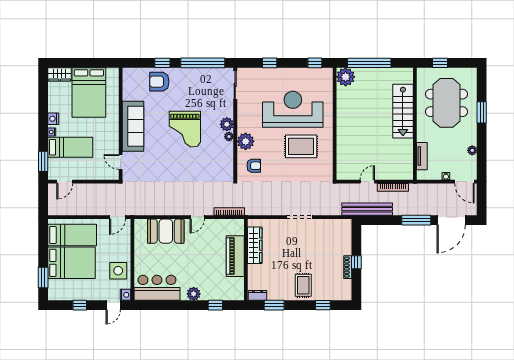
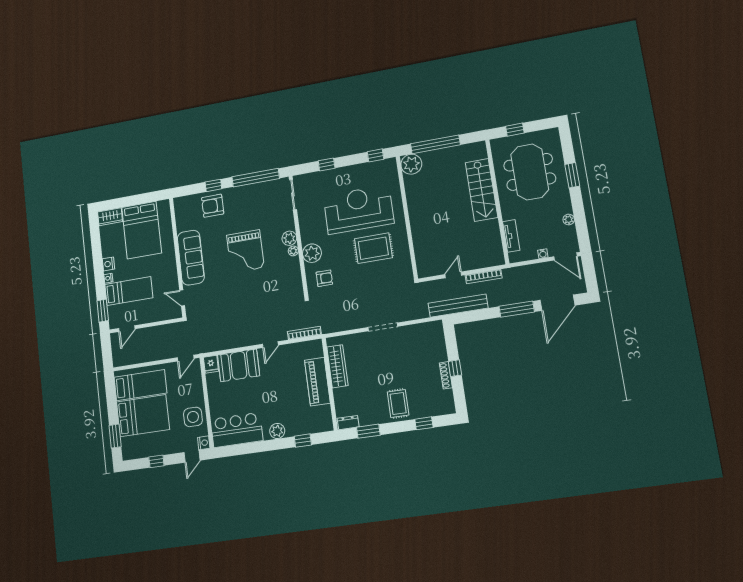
fridge: (140, 226) -> (211, 364), added

